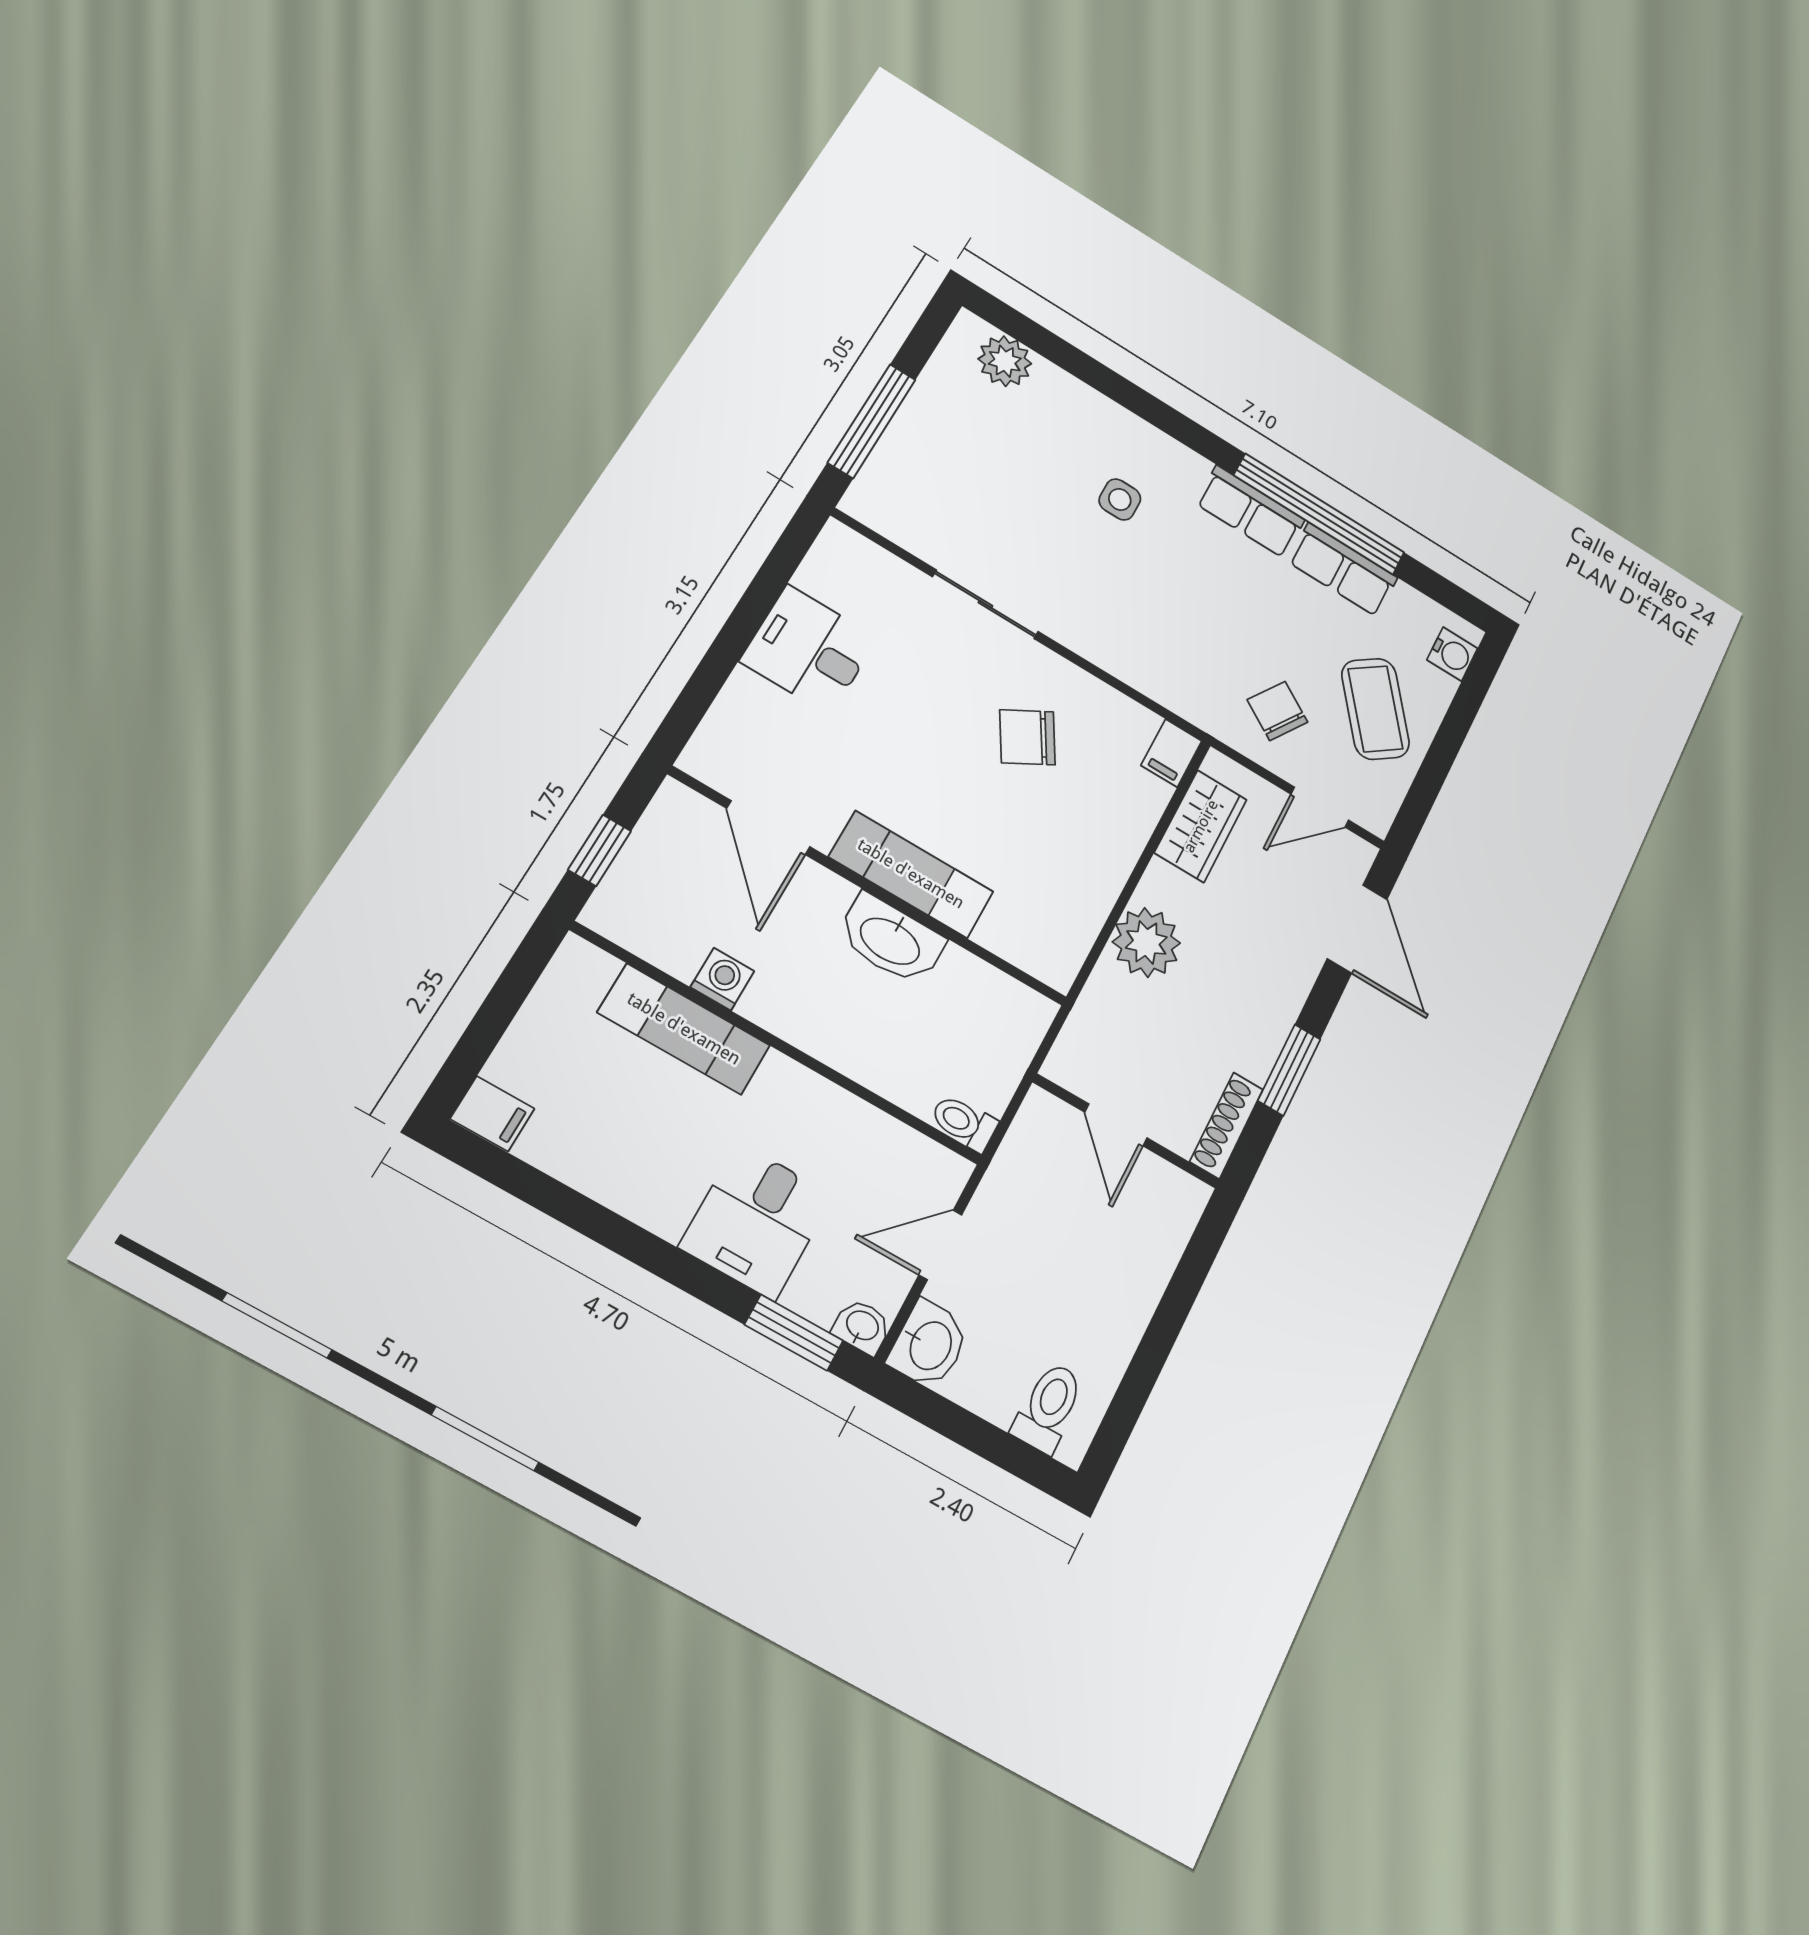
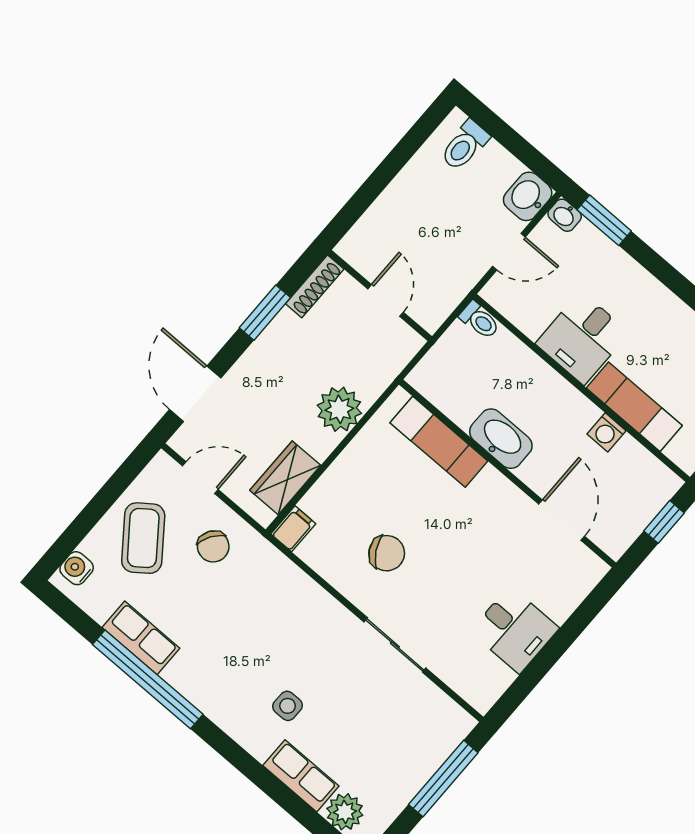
row of seats: (1250, 512) -> (301, 776), moved
exam couch: (911, 874) -> (439, 442), moved
desk: (756, 1221) -> (582, 338), moved, turned 180

